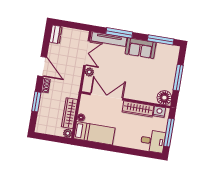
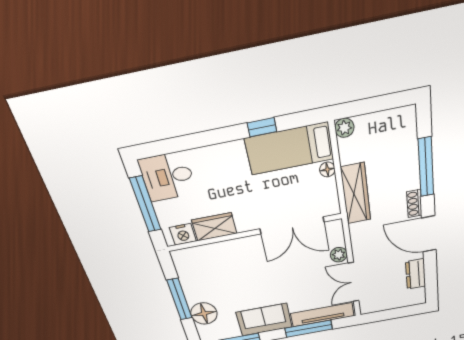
dresser: (56, 34) -> (416, 274), moved
floor lamp: (164, 98) -> (204, 313), moved
window: (36, 102) -> (426, 167), width x1.44
wardrobe: (138, 109) -> (214, 227), width x0.67
wardrobe: (70, 113) -> (356, 194), moved
window: (103, 147) -> (262, 127), added

